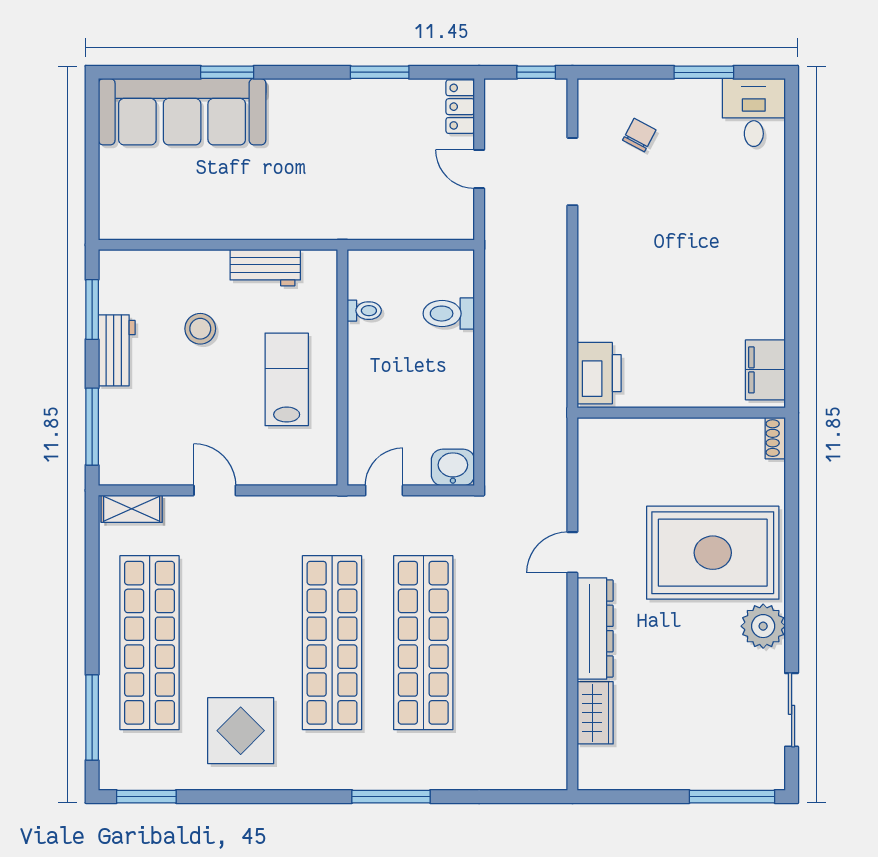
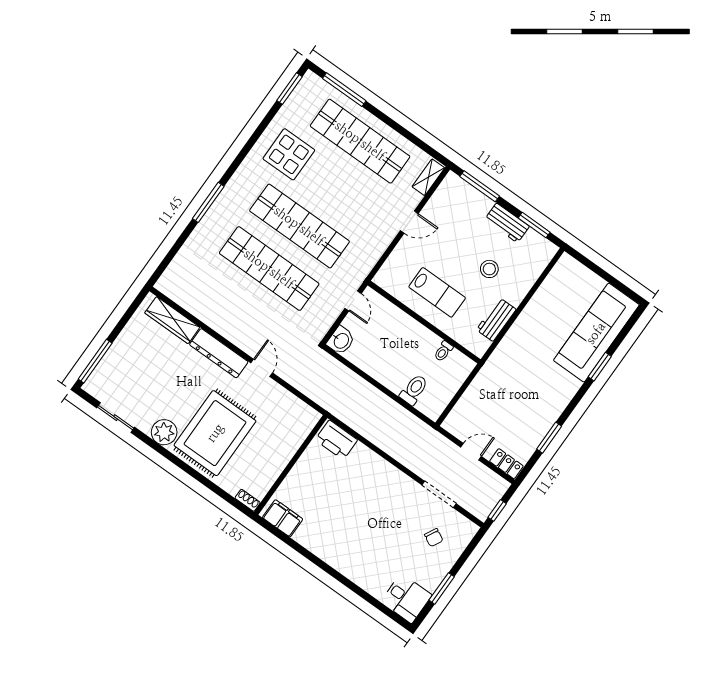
wardrobe: (595, 713) -> (172, 320), width x1.50

